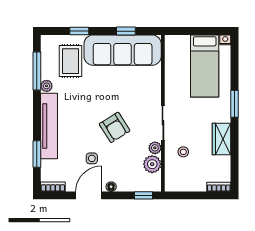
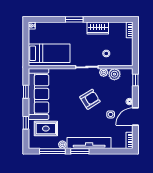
bed: (205, 66) -> (49, 53), moved
window: (37, 154) -> (80, 151), moved
door: (89, 195) -> (135, 117), hinge flipped

